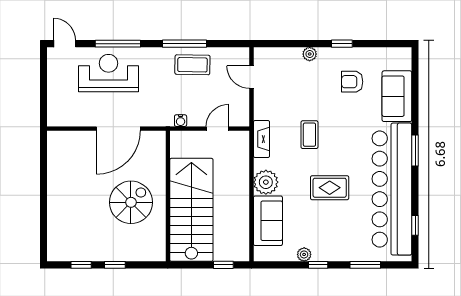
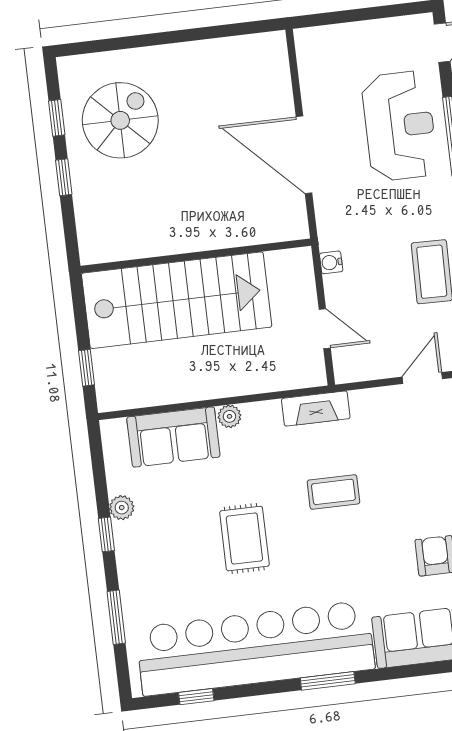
plant: (266, 182) -> (229, 416), width x0.53, depth x0.53
spiral stairs: (131, 202) -> (120, 120), moved, turned -90

